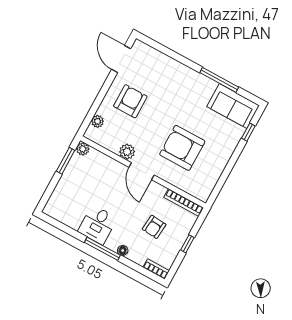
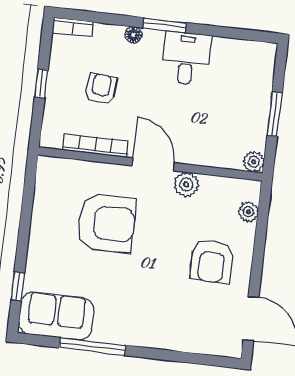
window: (66, 161) -> (275, 114), moved
bookcase: (184, 202) -> (95, 146), moved
window: (102, 249) -> (165, 25), width x0.69

